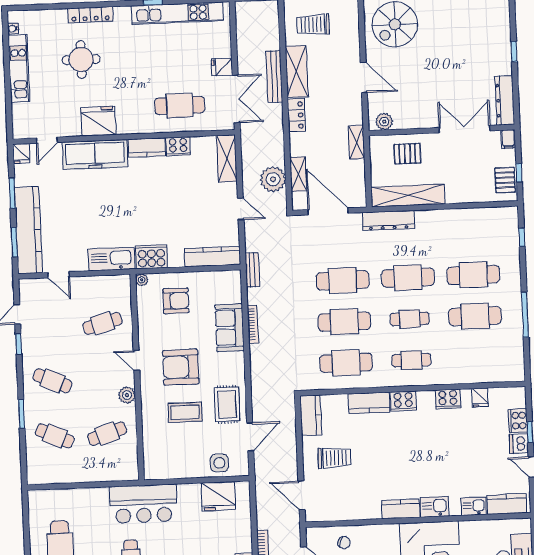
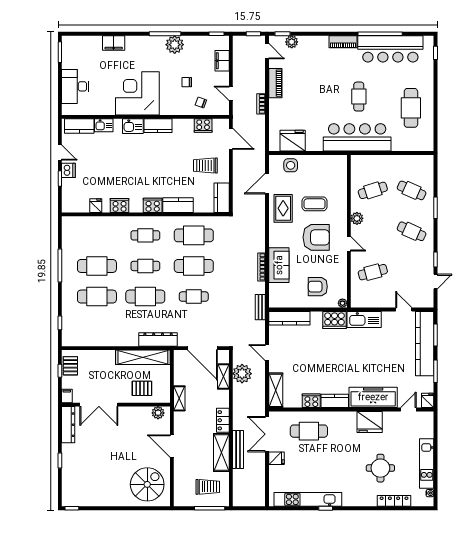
locker: (90, 15) -> (394, 501), moved
cafe table: (343, 280) -> (194, 297), width x0.73, depth x0.74
cooker: (518, 421) -> (203, 125), moved, turned 90
bar counter: (143, 504) -> (357, 137), width x1.36

